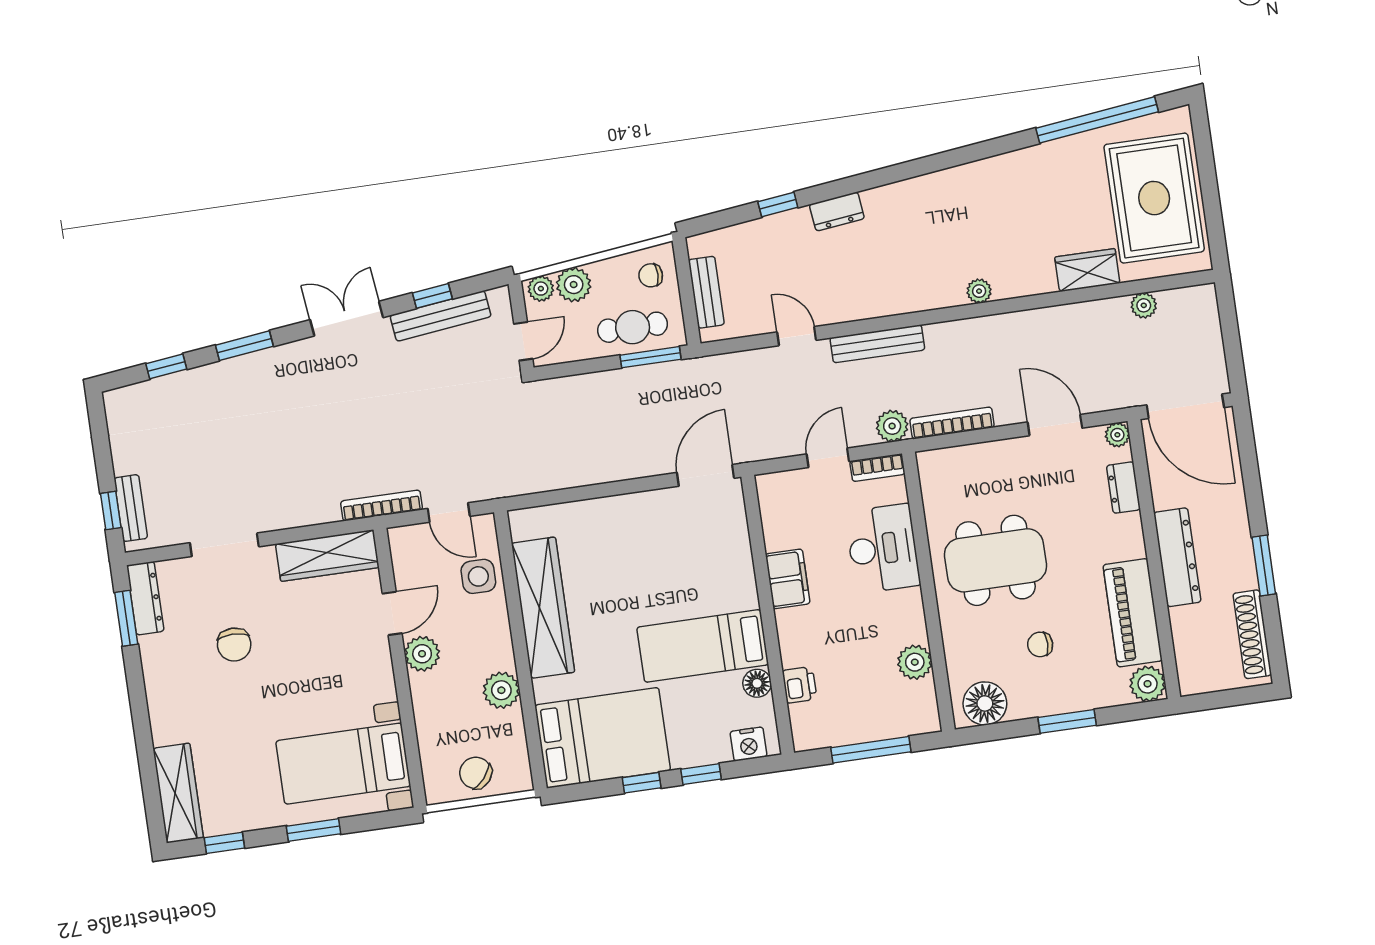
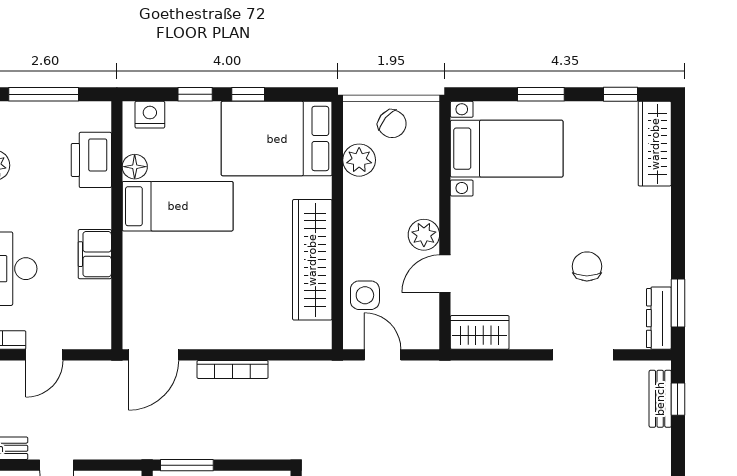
bookcase: (382, 505) -> (233, 369), moved
wardrobe: (327, 556) -> (480, 332), width x0.67
printer: (800, 685) -> (91, 160), width x1.87, depth x1.48
plant: (501, 690) -> (359, 160), moved

